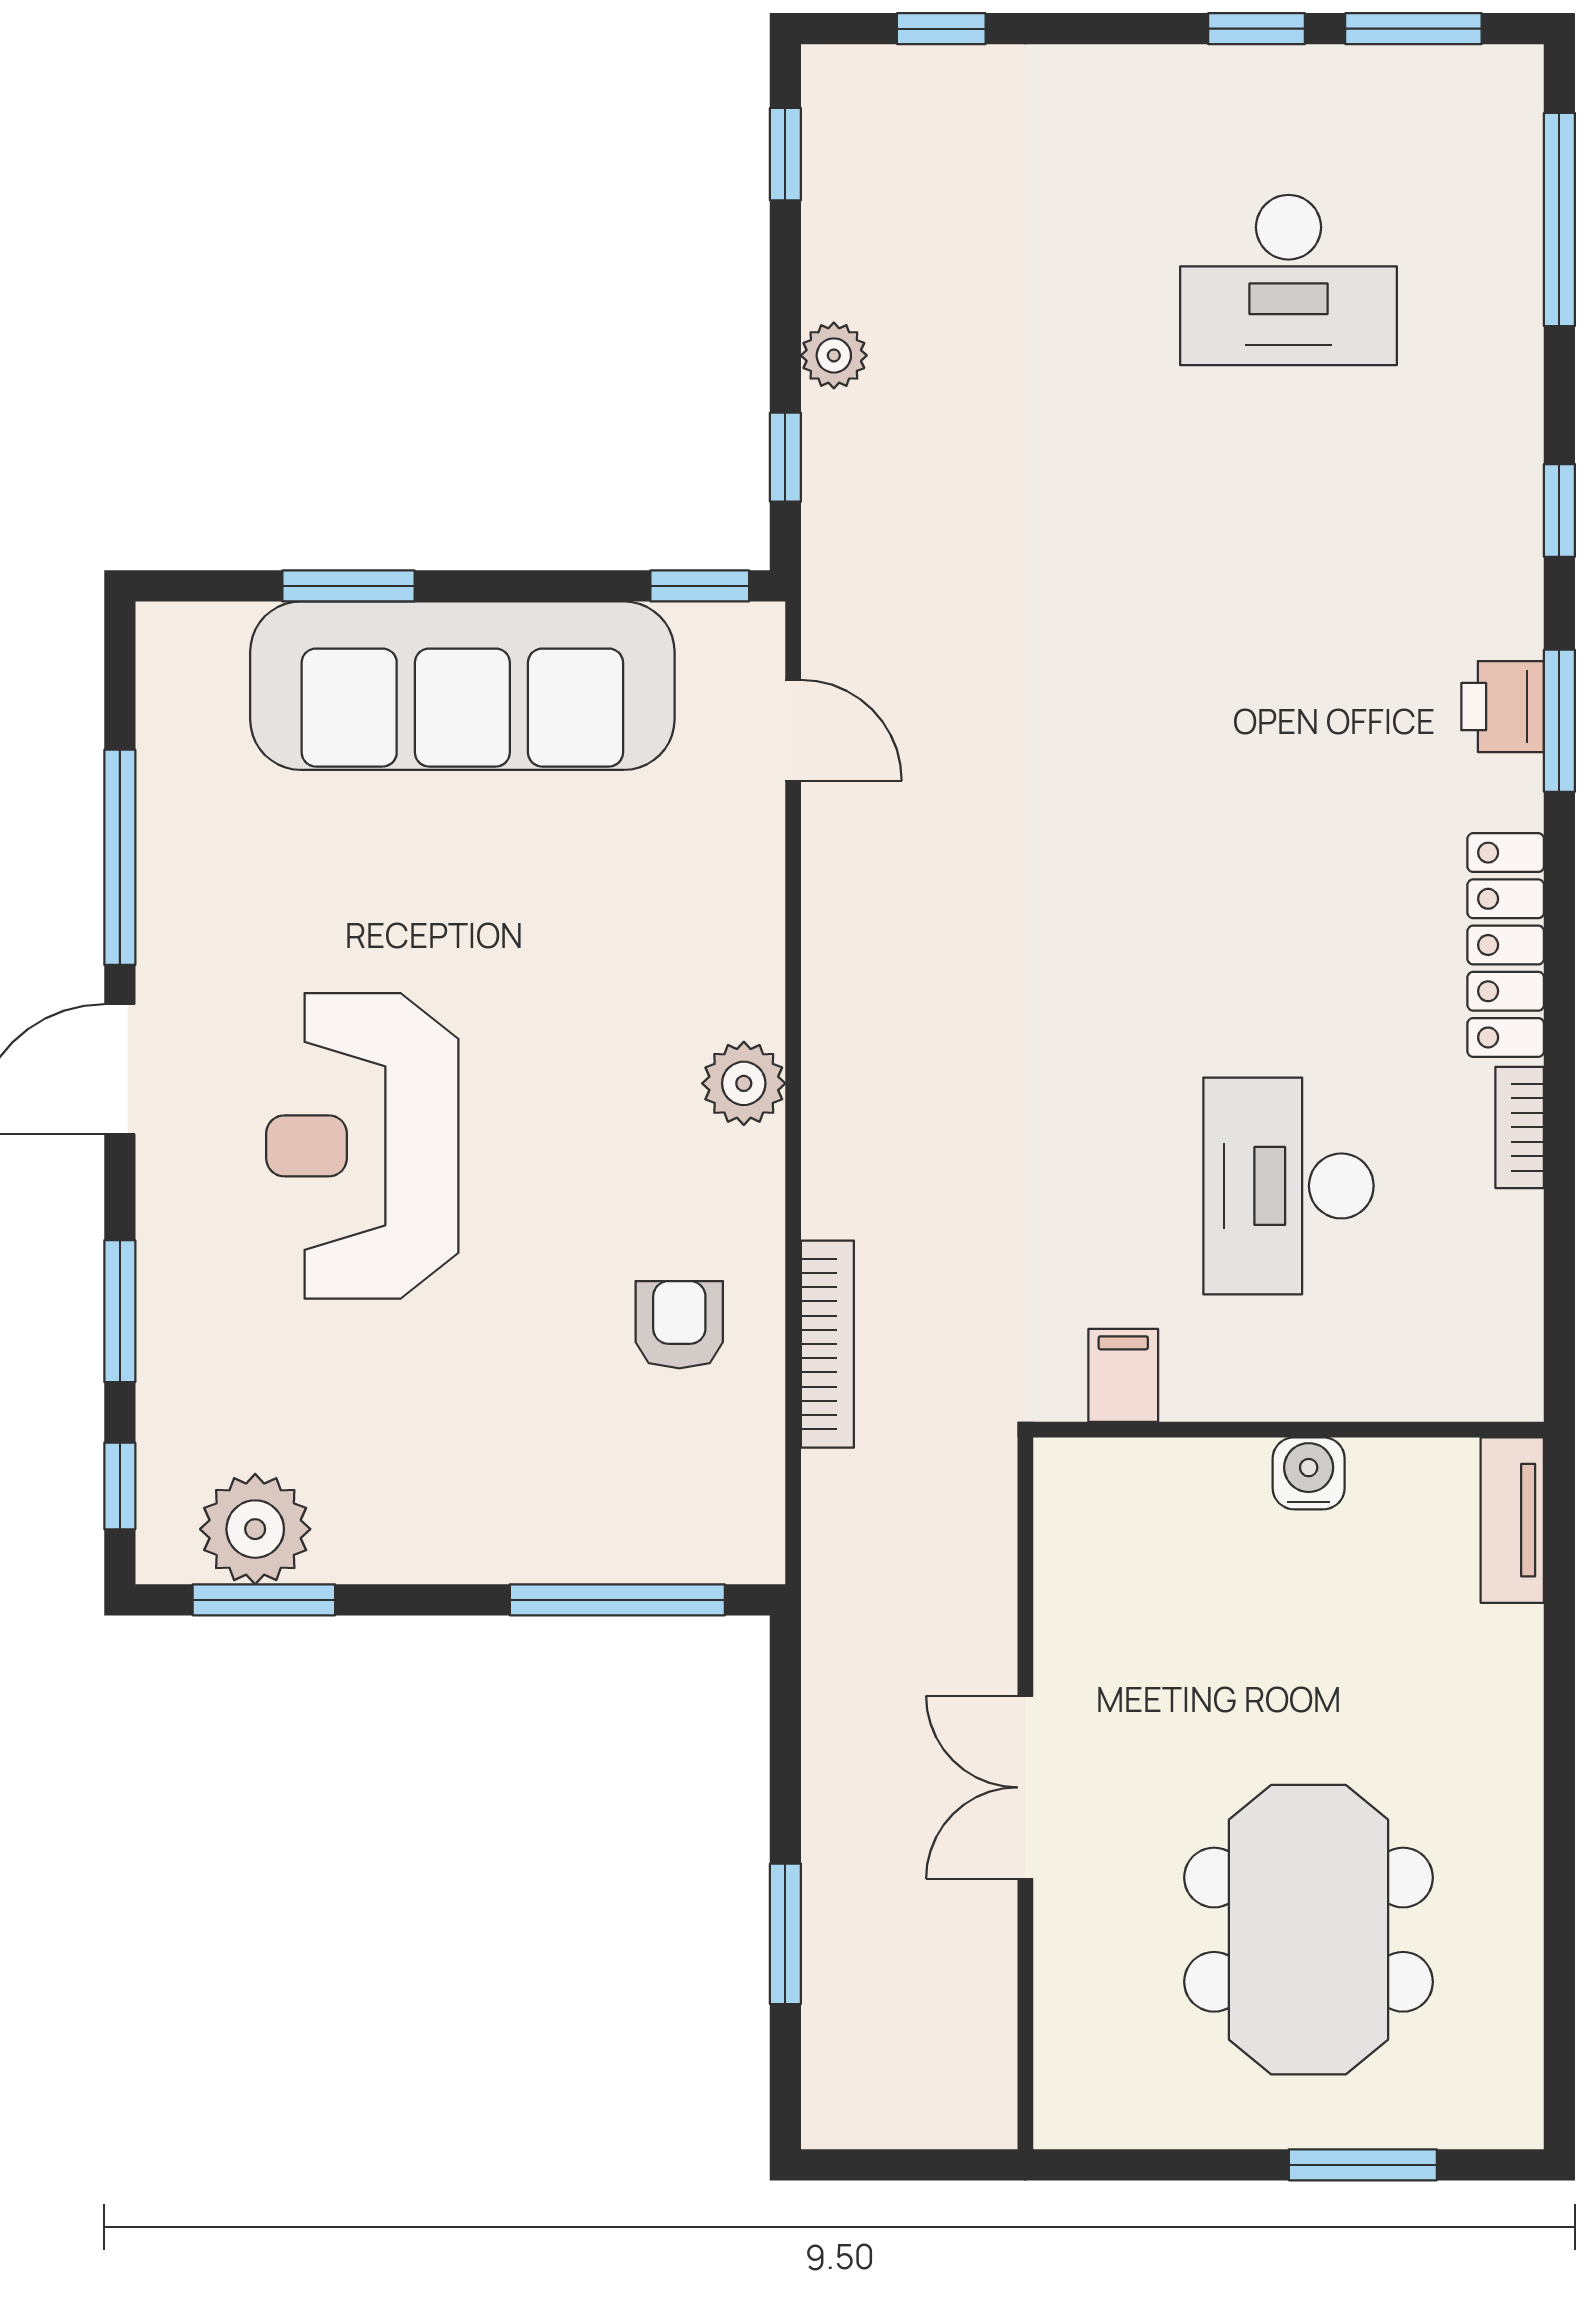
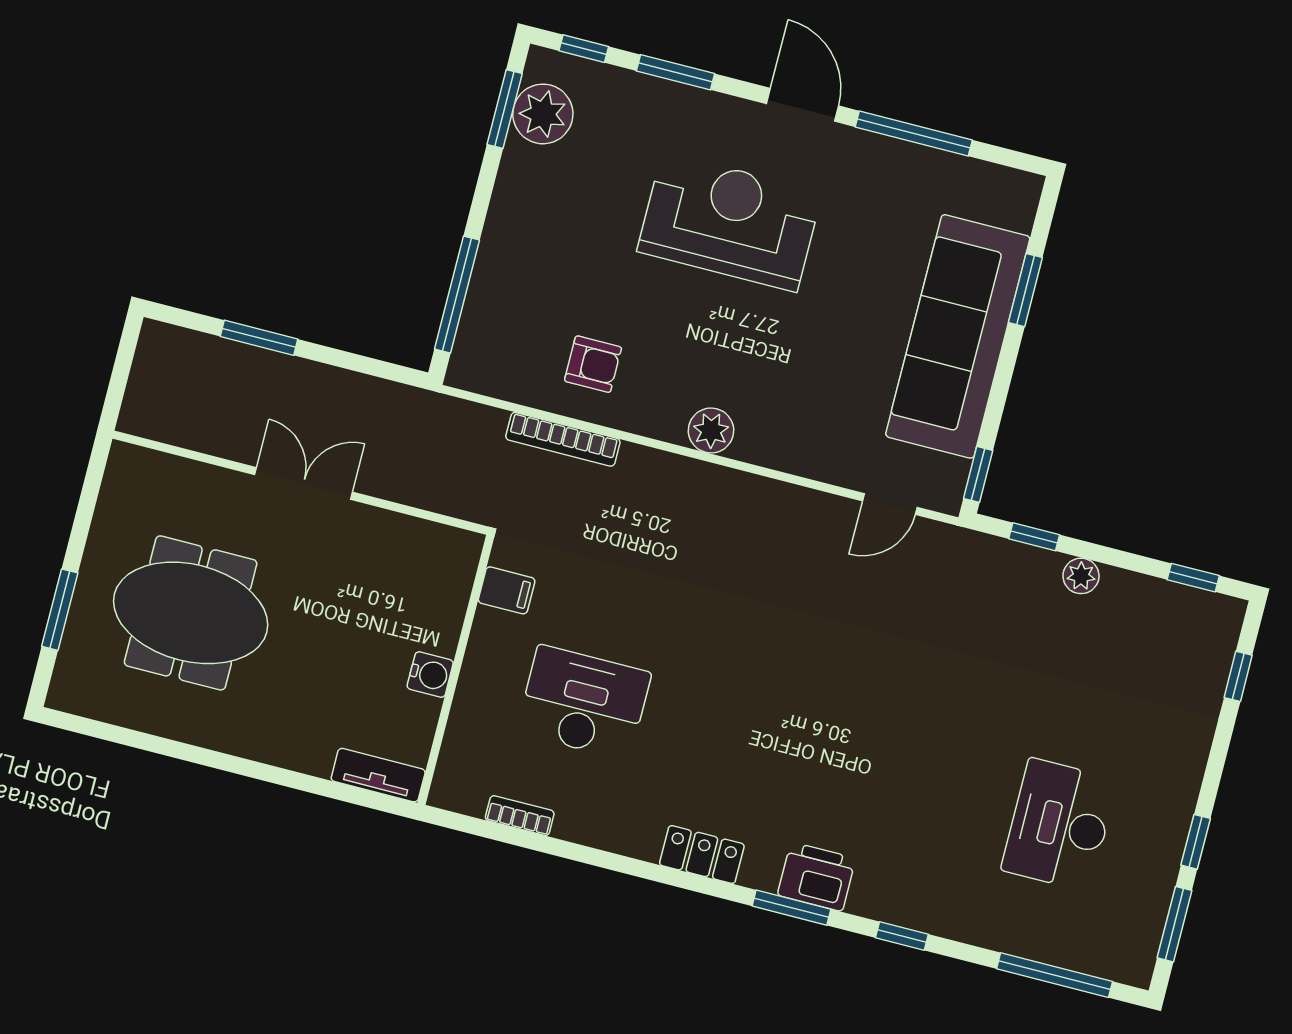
printer: (1503, 707) -> (817, 877), width x1.36, depth x1.24
locker: (1506, 945) -> (702, 855), width x0.66
bookcase: (1520, 1127) -> (520, 816), moved

